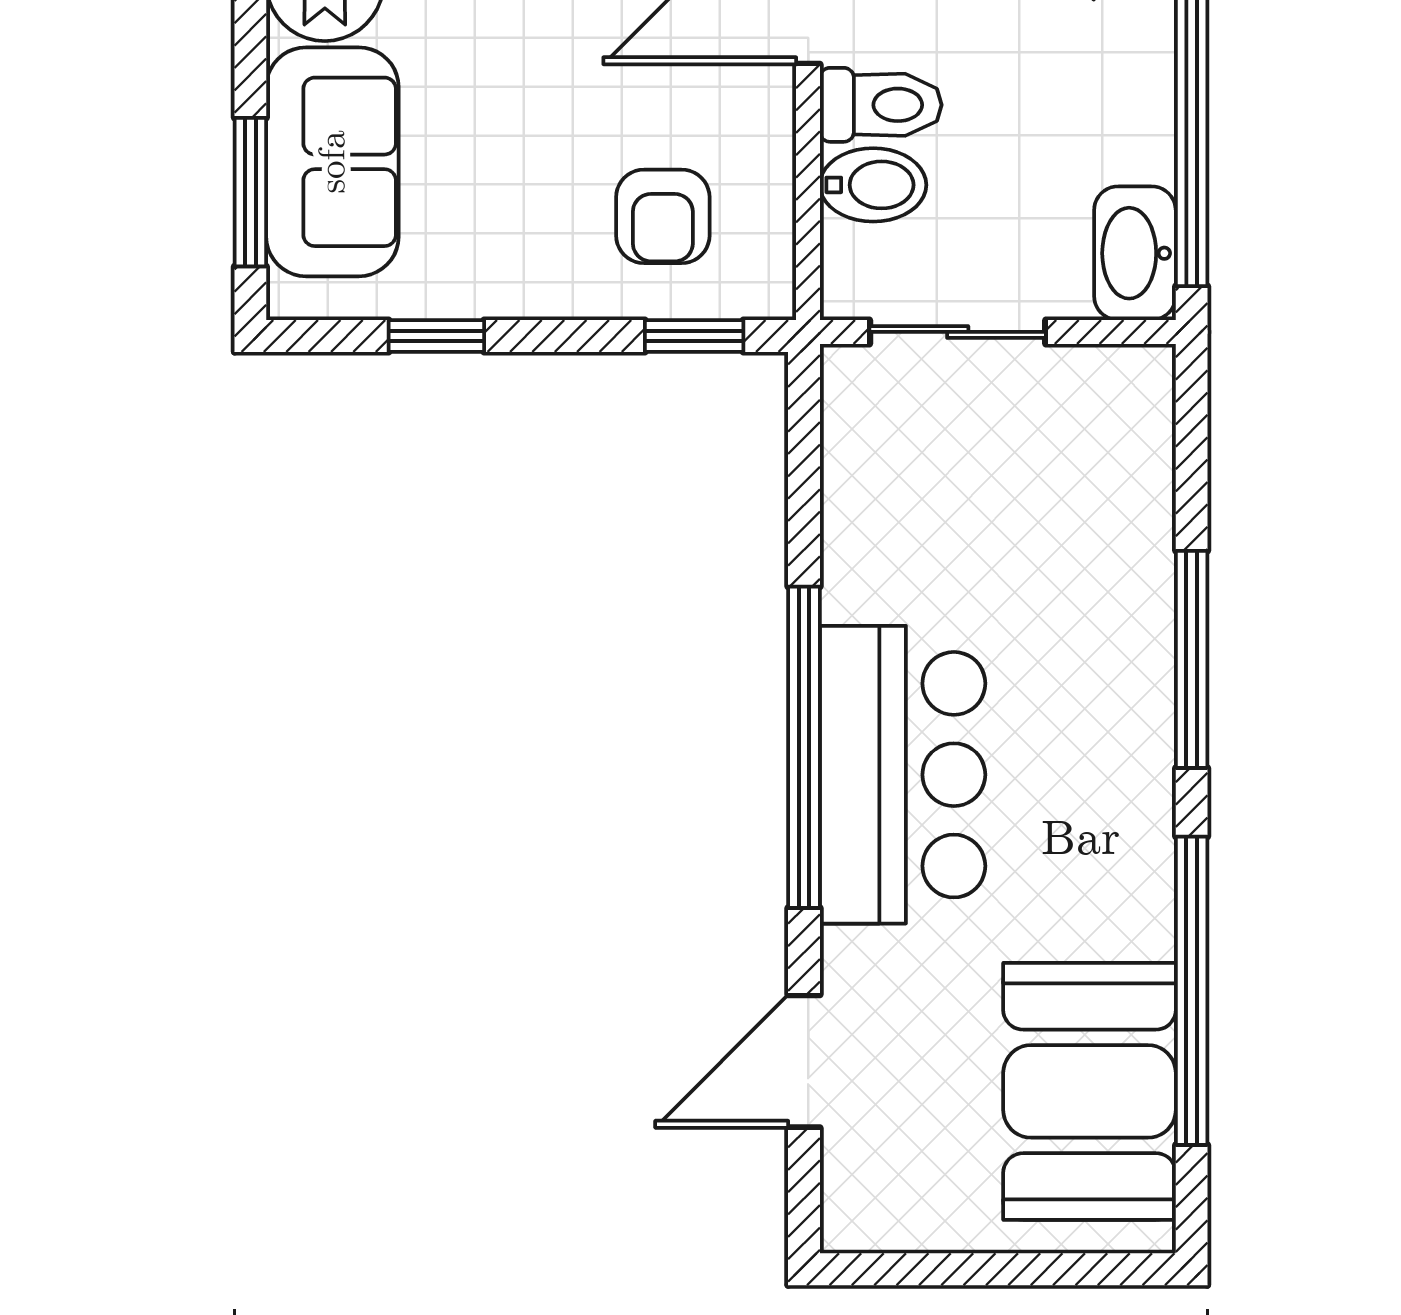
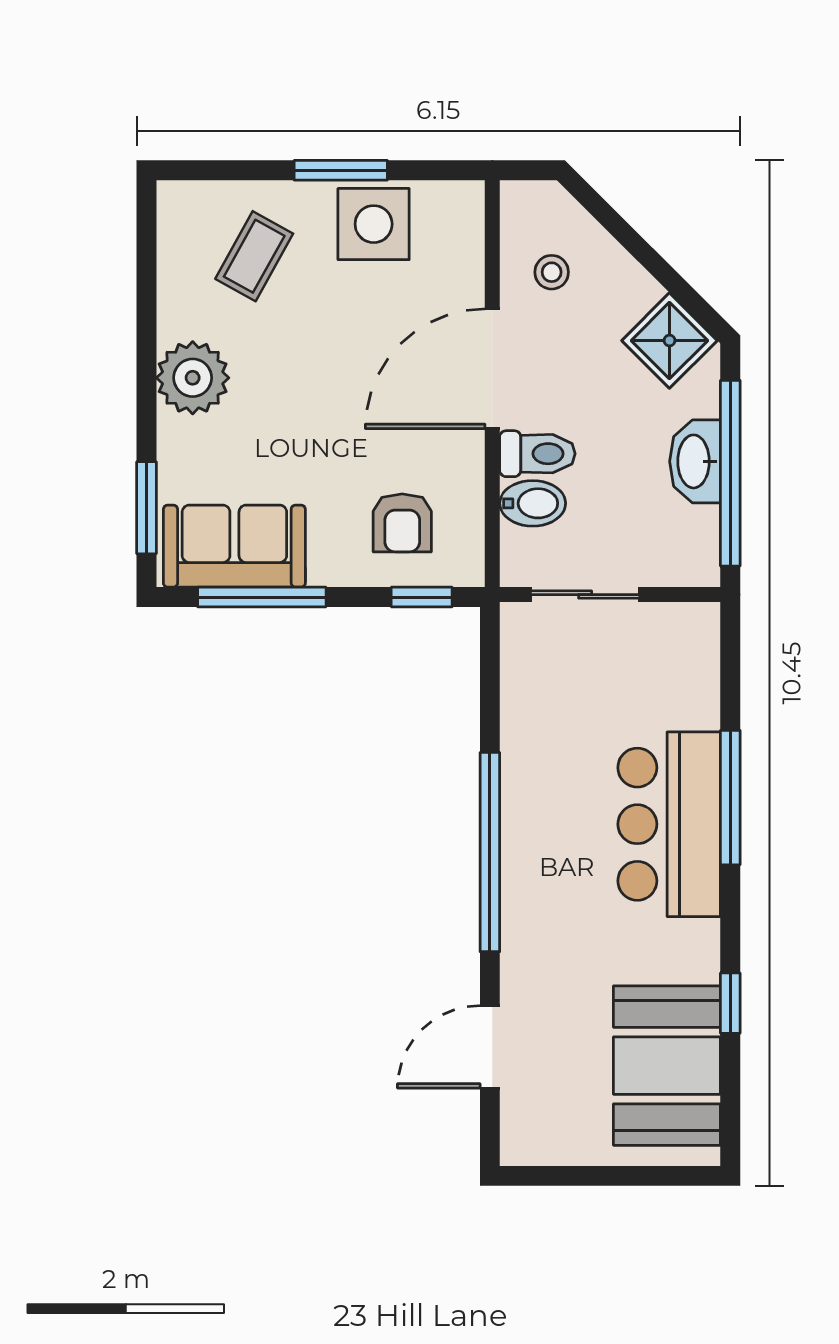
sofa: (332, 162) -> (234, 546), moved, turned -90
washbasin: (1135, 253) -> (695, 461), moved
window: (436, 336) -> (262, 597), width x2.17
bar counter: (903, 775) -> (669, 824), moved, turned 180
window: (1192, 991) -> (730, 1003), width x0.32

